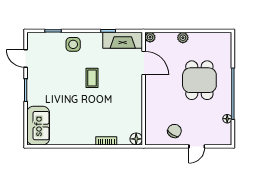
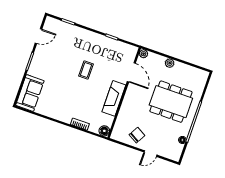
fireplace: (123, 40) -> (114, 98), moved, turned 90
side table: (73, 44) -> (80, 38), removed
door: (26, 58) -> (38, 36), swing flipped
dining table: (199, 80) -> (171, 102), width x1.38

